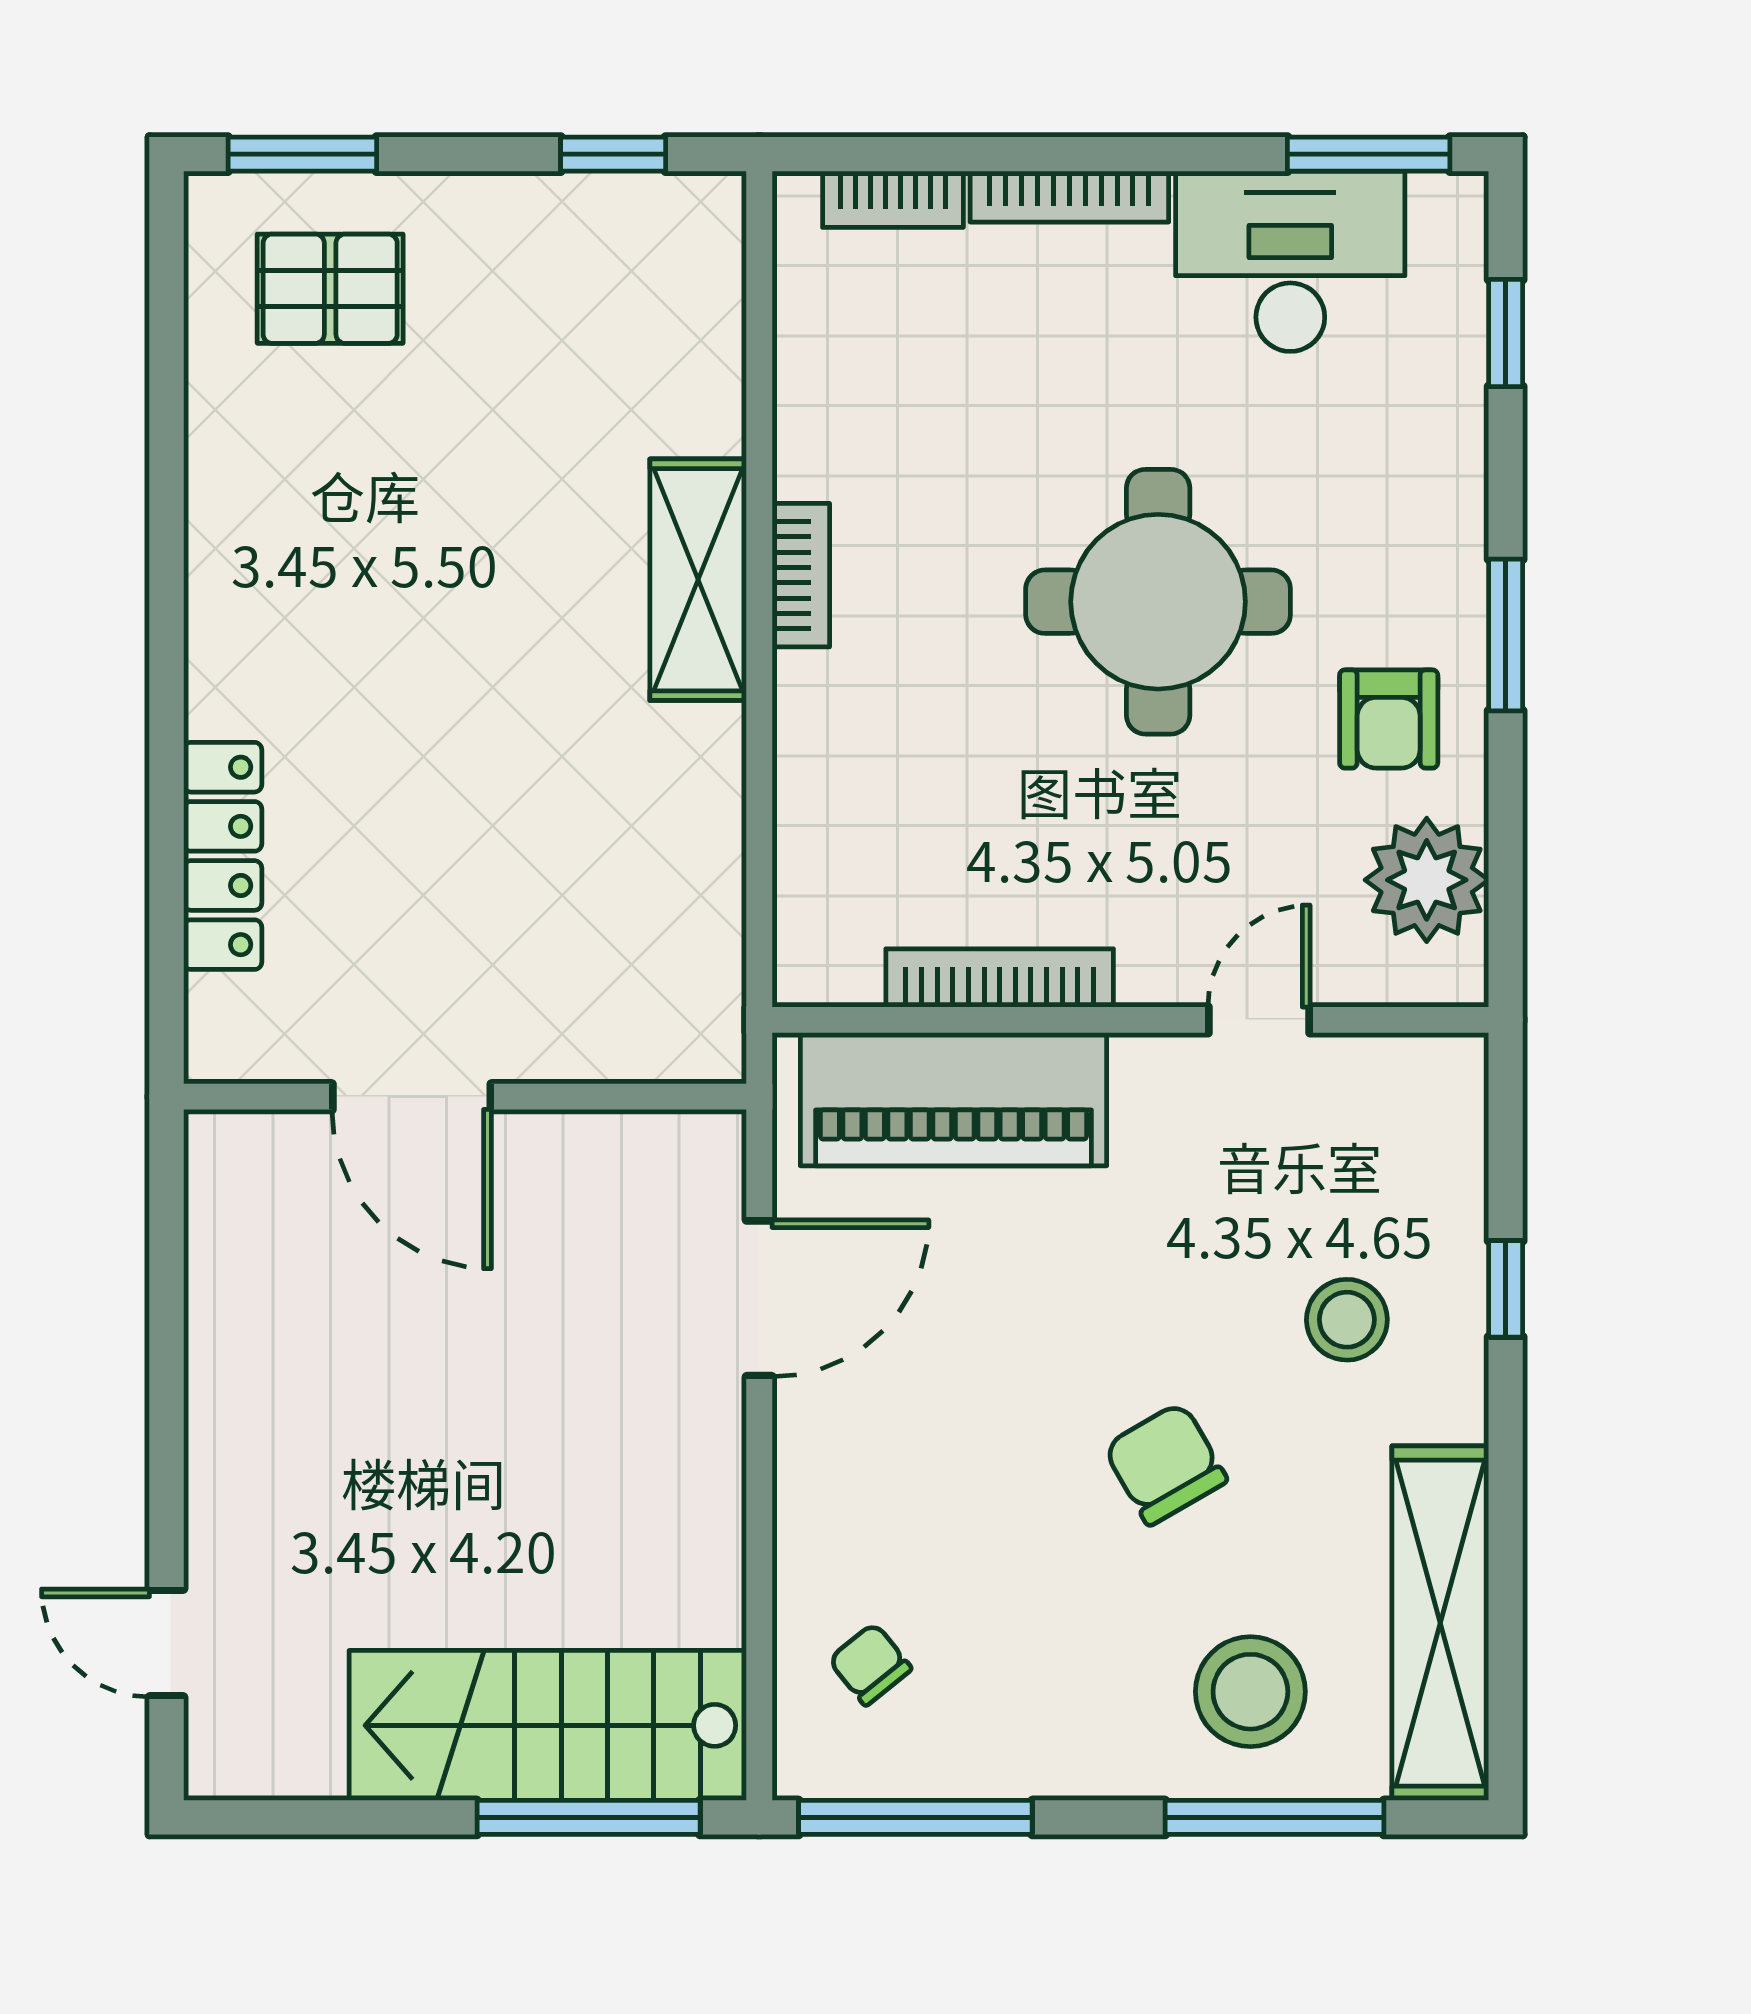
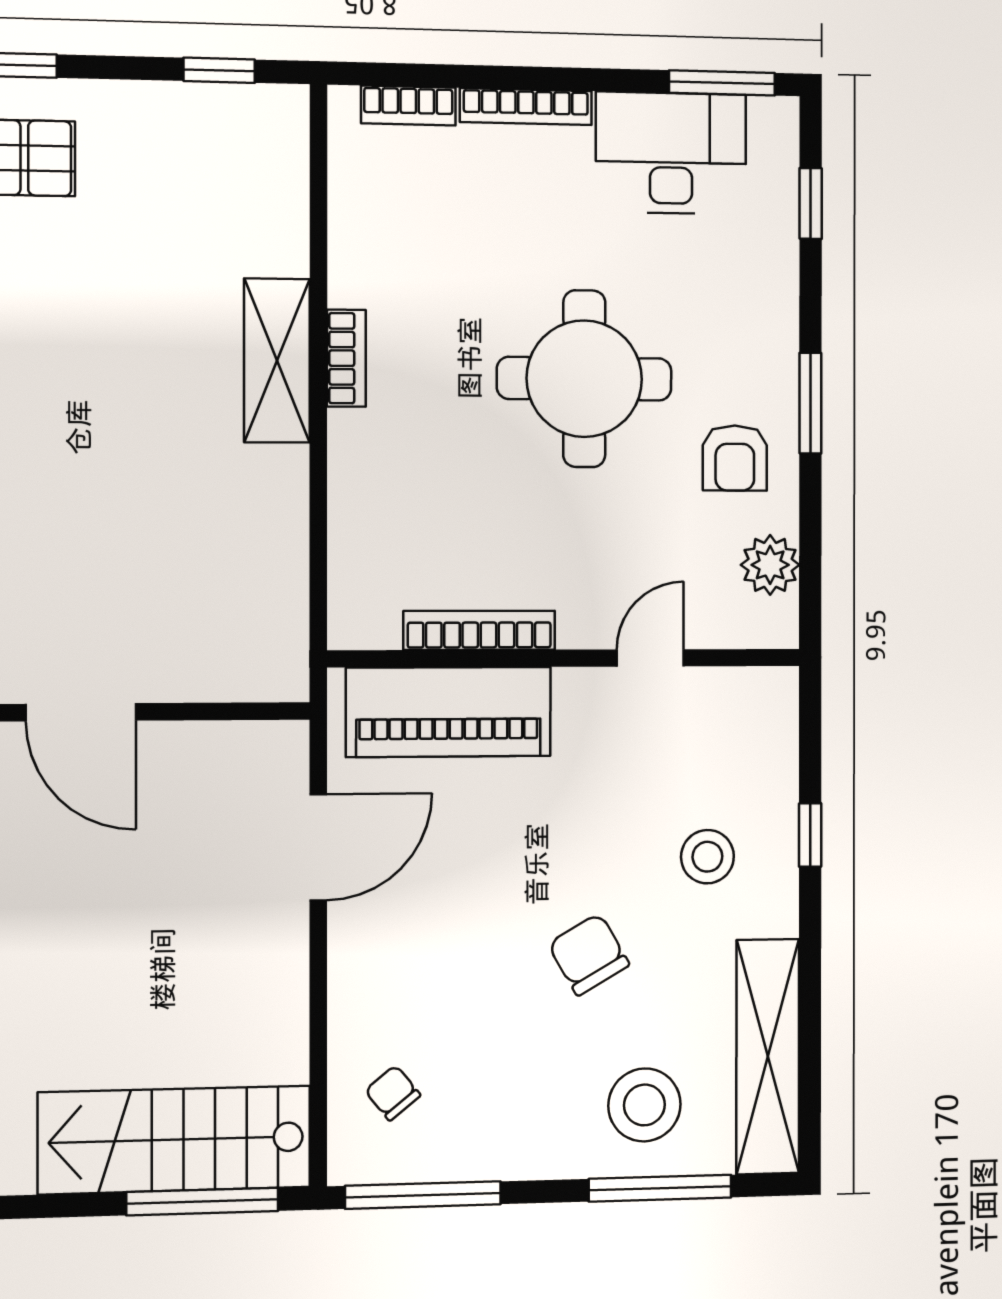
plant: (1427, 880) -> (770, 565), width x0.73, depth x0.73

